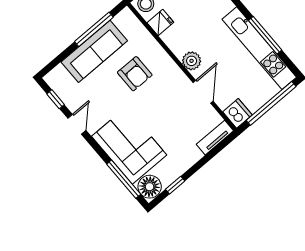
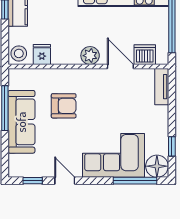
dishwasher: (237, 113) -> (145, 55), moved

